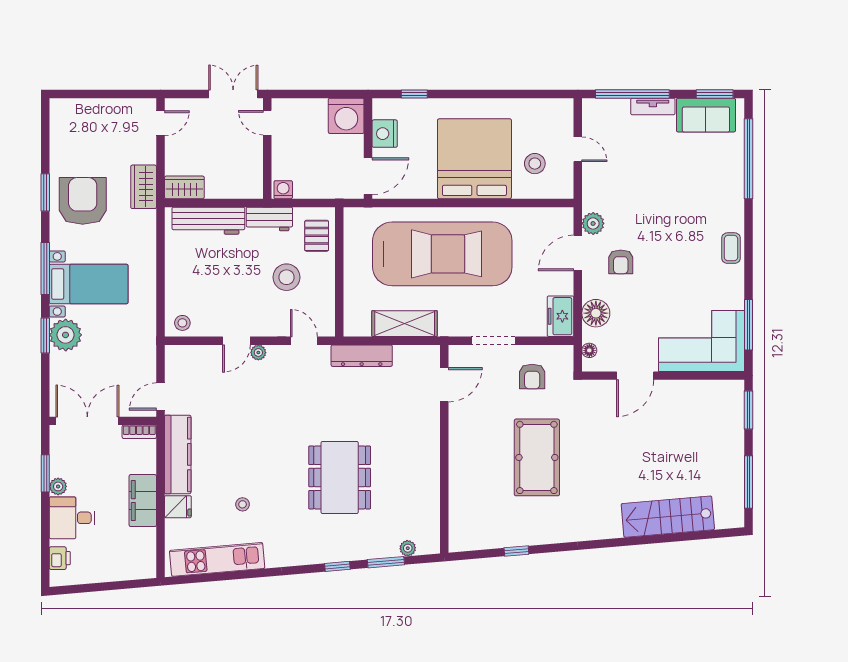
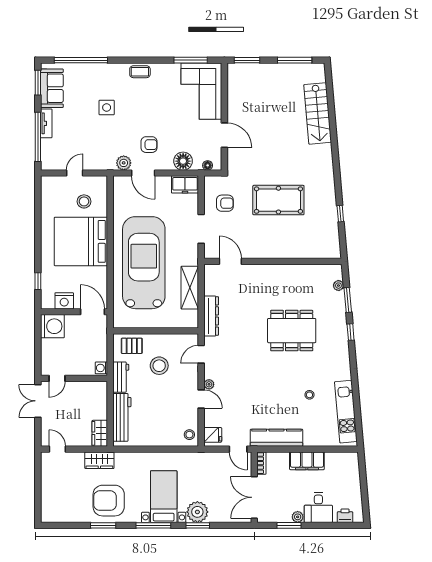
side table: (677, 198) -> (107, 108), added
fridge: (178, 507) -> (213, 435), moved, turned 90

